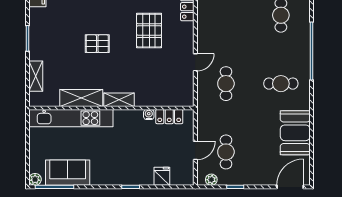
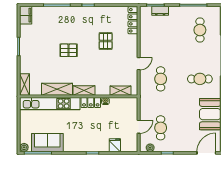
pallet: (149, 31) -> (106, 41), width x0.67, depth x0.71
shelving: (36, 76) -> (25, 84), moved
shelving: (170, 100) -> (120, 91), added
locker: (169, 117) -> (91, 103), moved

